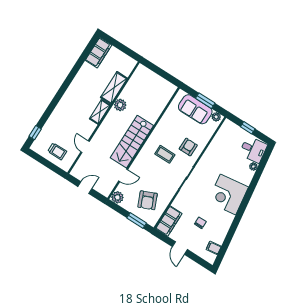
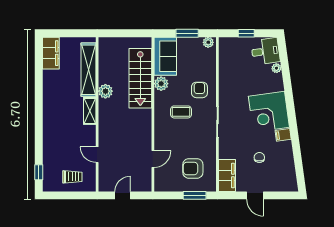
shelving: (114, 88) -> (88, 70), width x1.47
sofa: (195, 109) -> (165, 56), moved, turned -90
stairs: (132, 142) -> (140, 78), moved
plant: (117, 197) -> (161, 84), moved
armchair: (148, 200) -> (193, 168), turned 113
filing cabinet: (214, 248) -> (283, 135), moved

